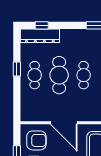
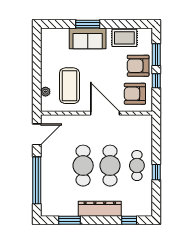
dresser: (40, 36) -> (100, 209), moved
cafe table: (84, 75) -> (83, 166), width x1.37, depth x1.35

